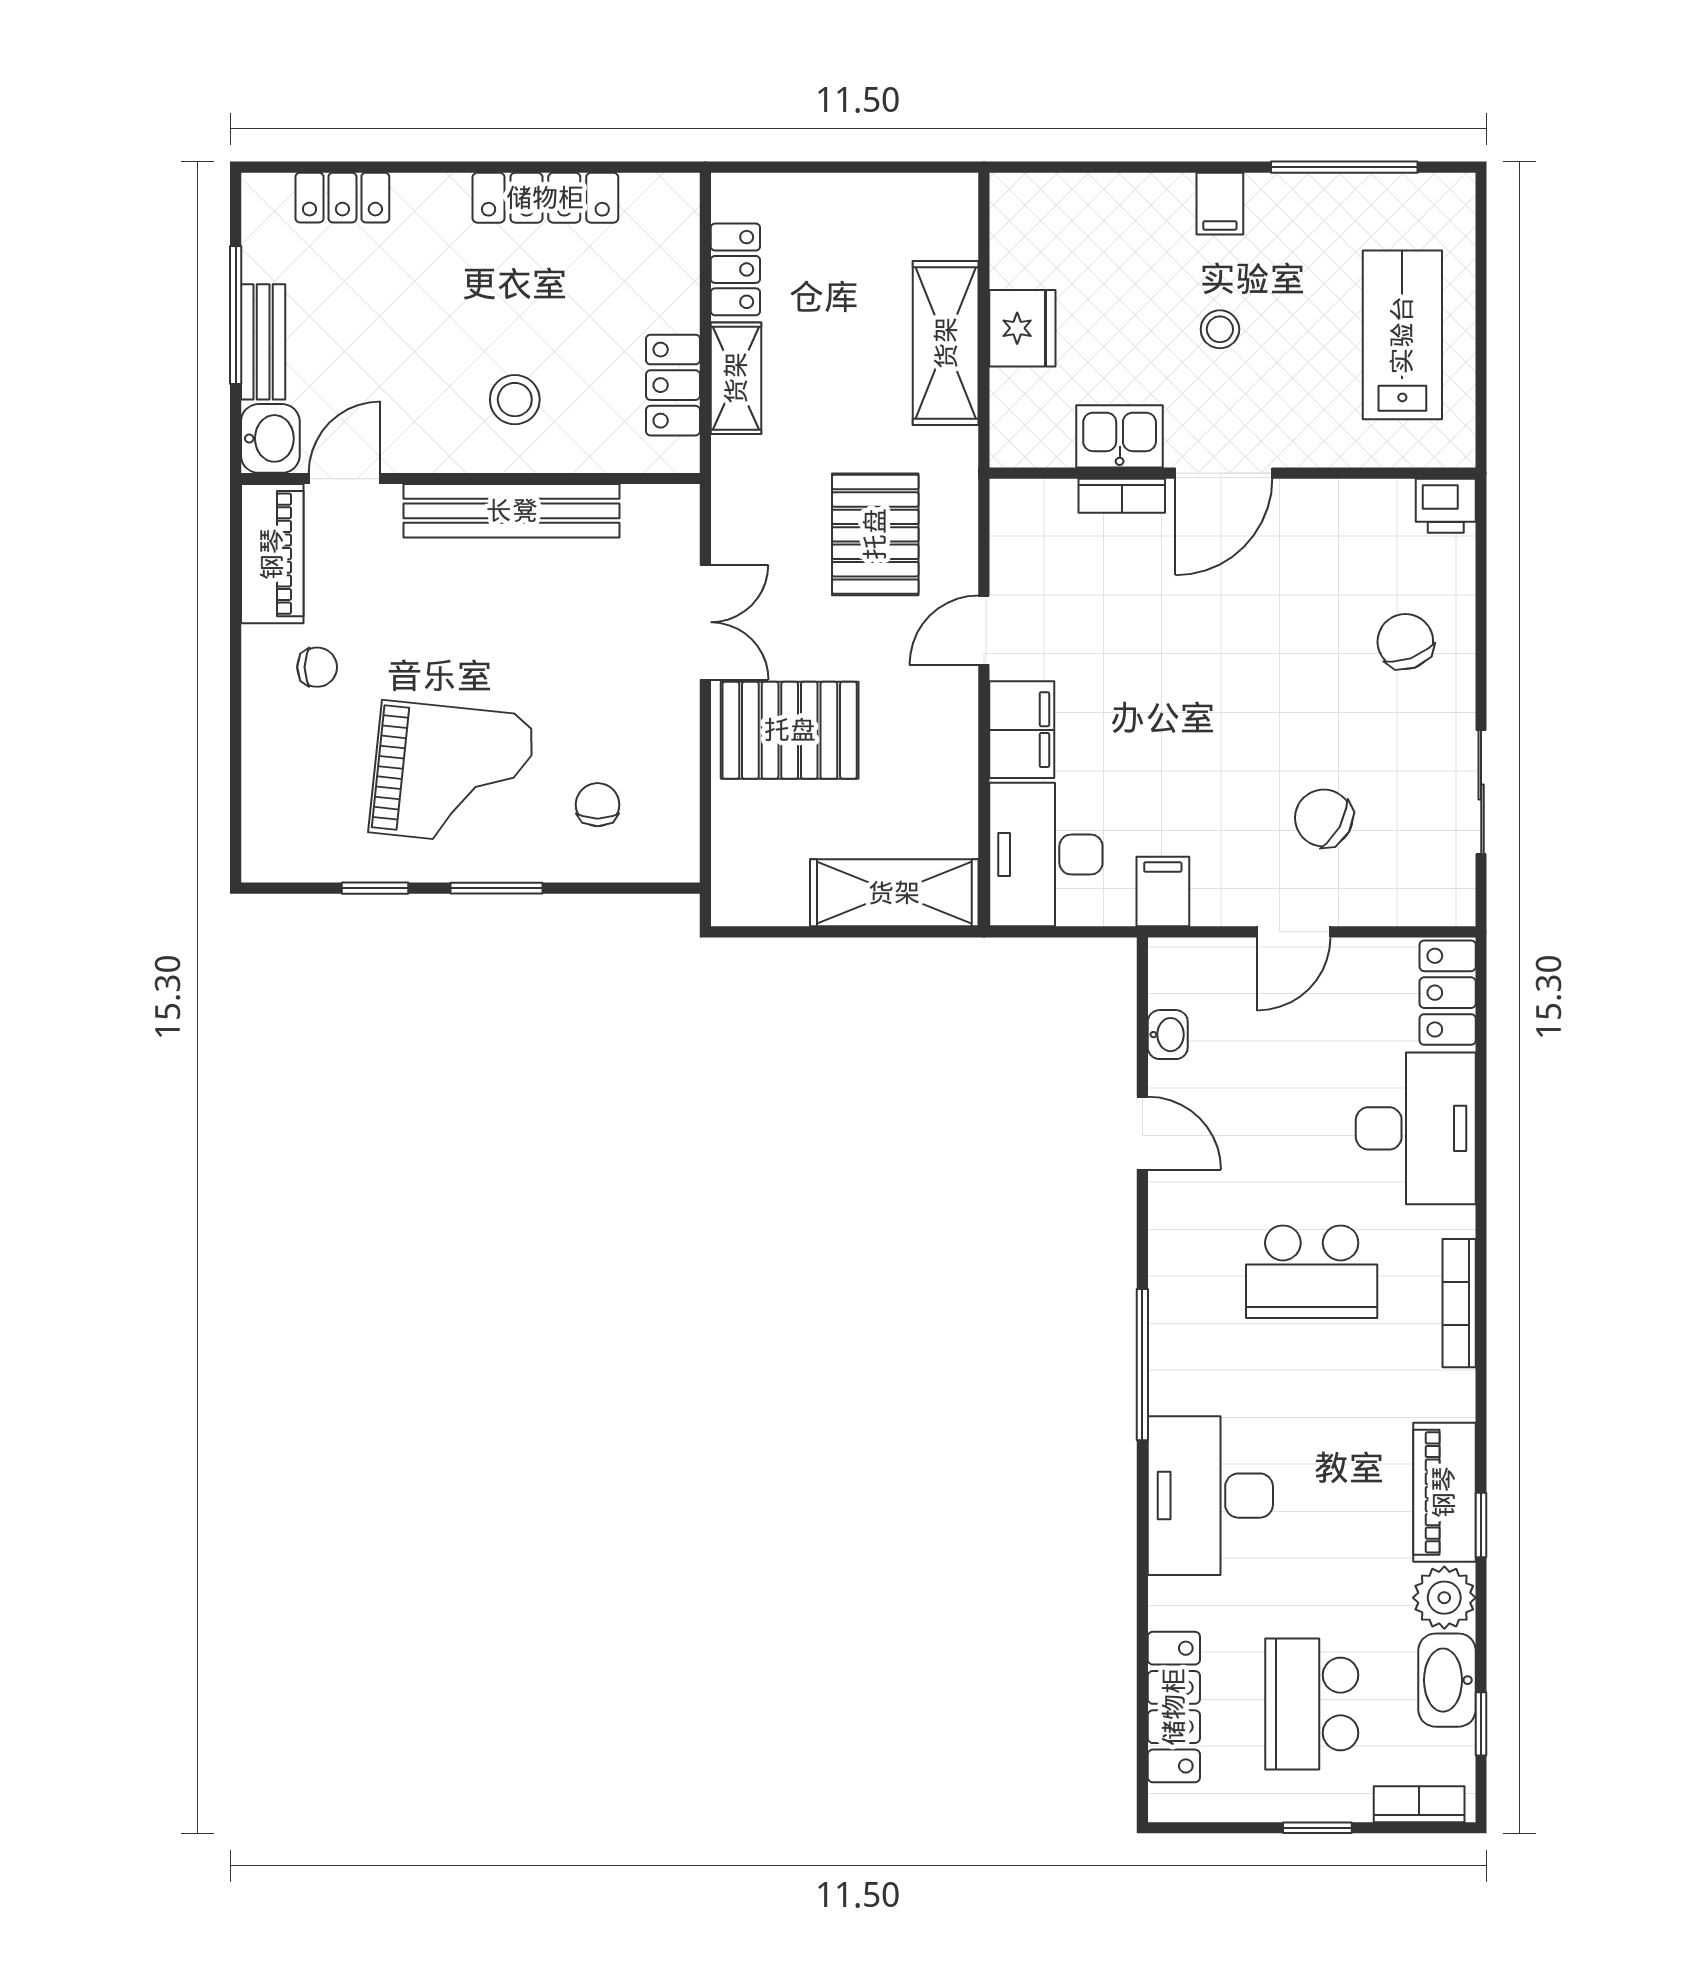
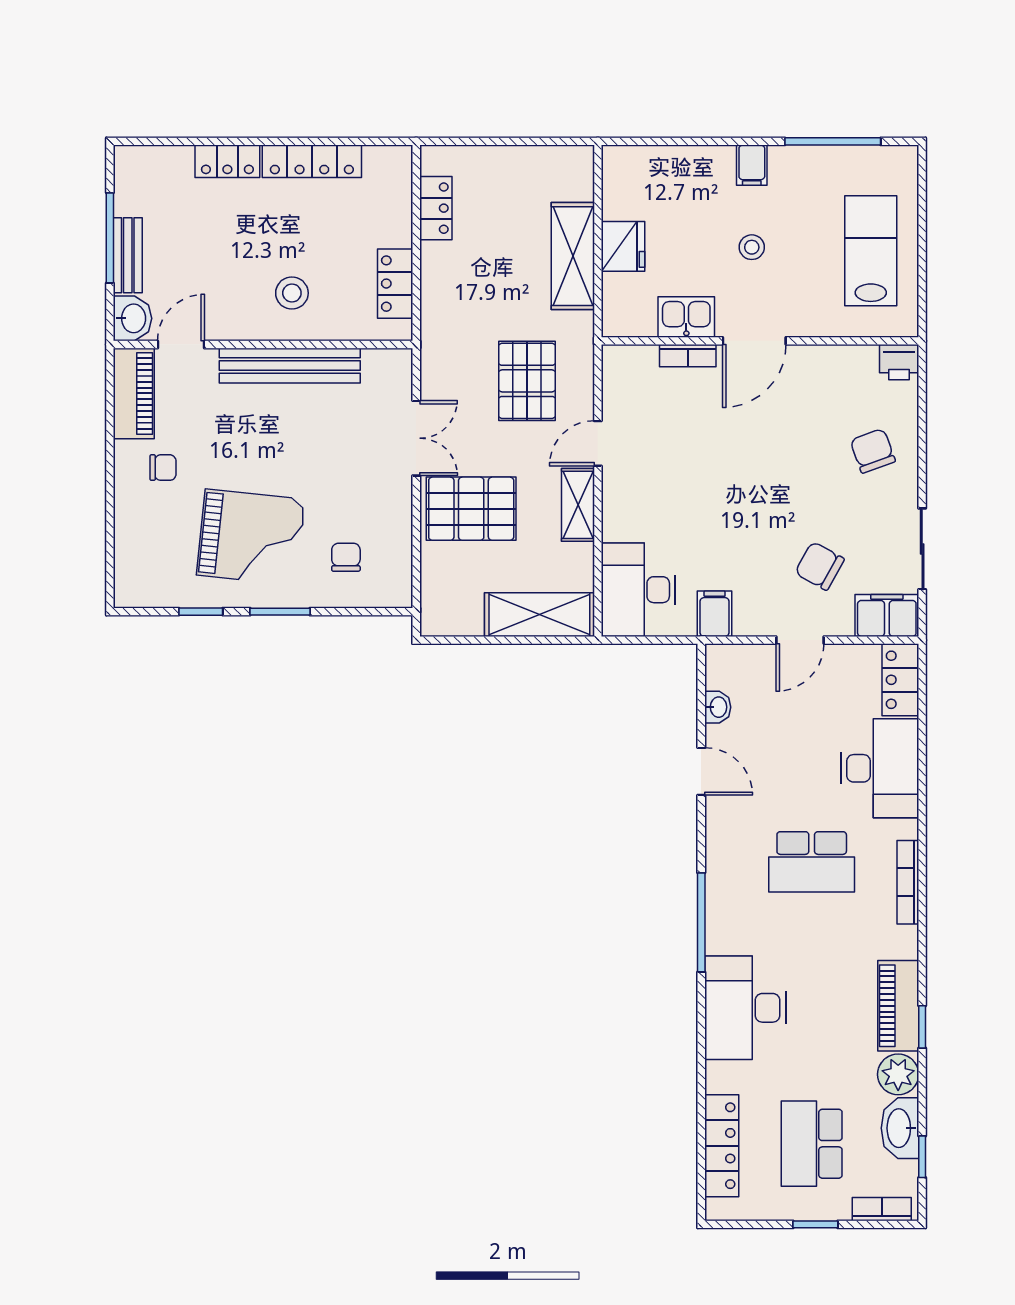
locker: (342, 198) -> (227, 161), moved
shelving: (736, 378) -> (578, 505), moved
filing cabinet: (1022, 730) -> (887, 615), moved, turned -90

